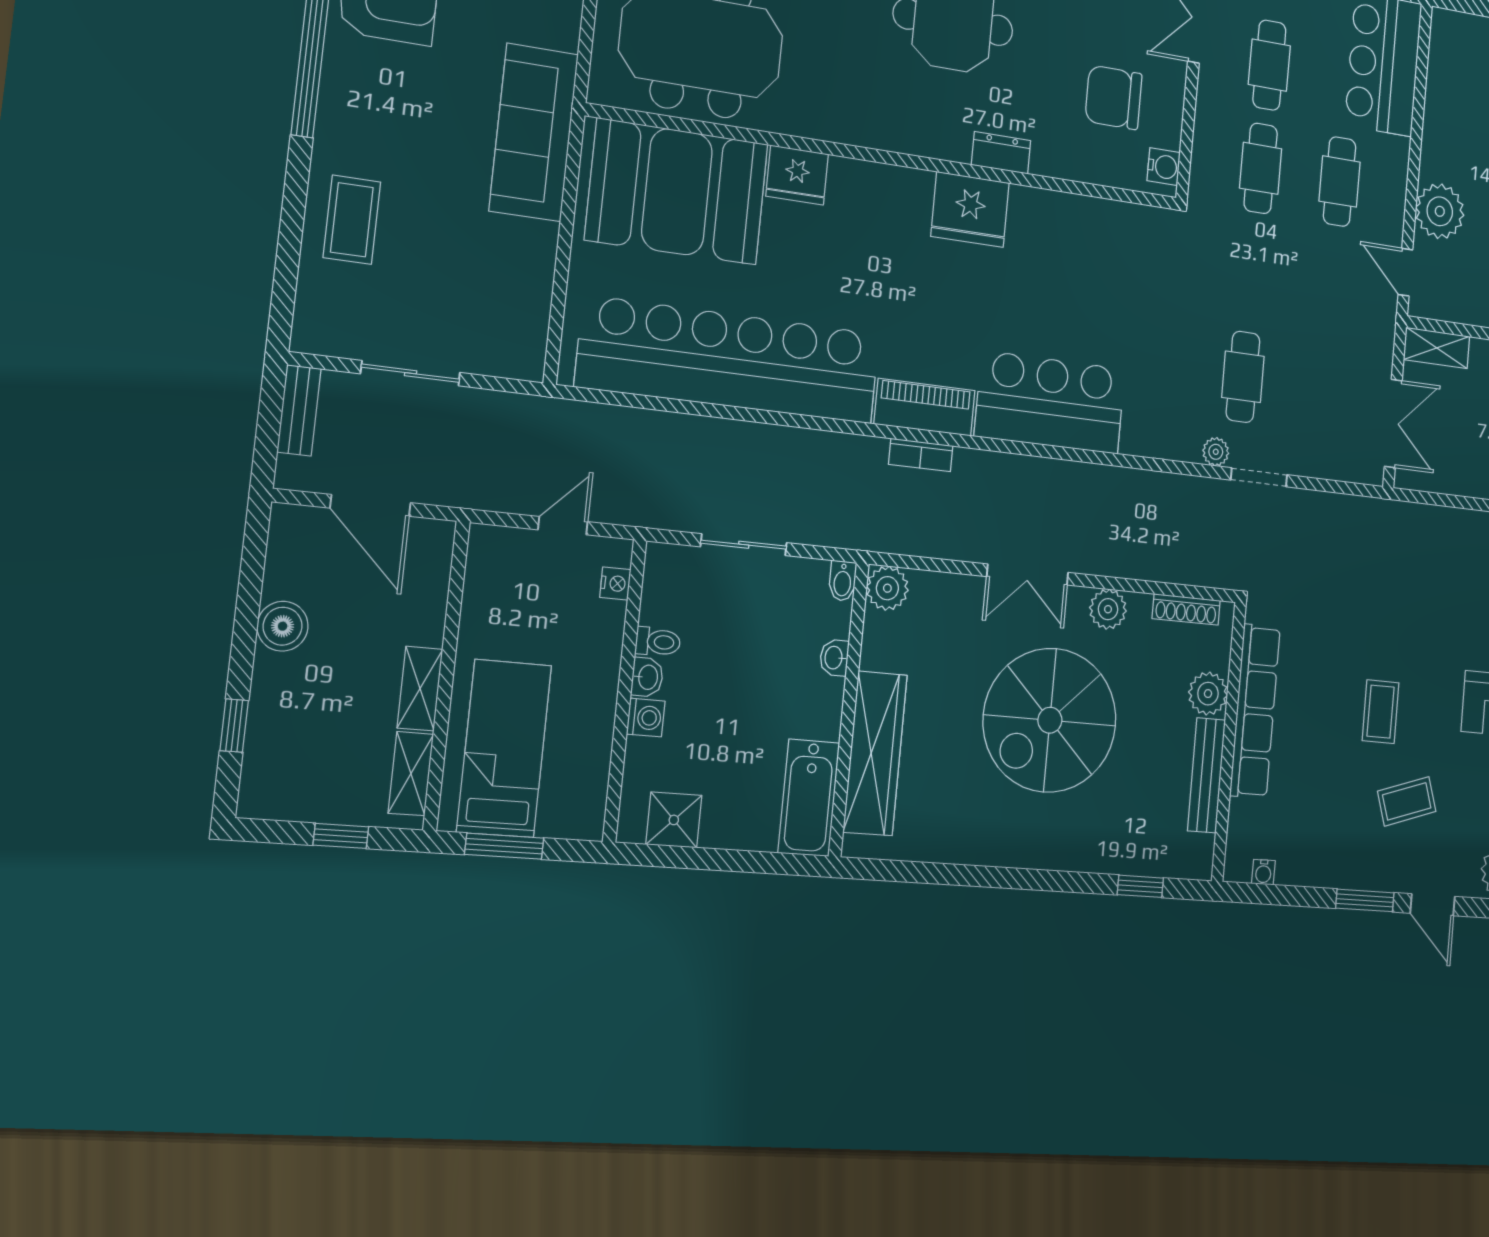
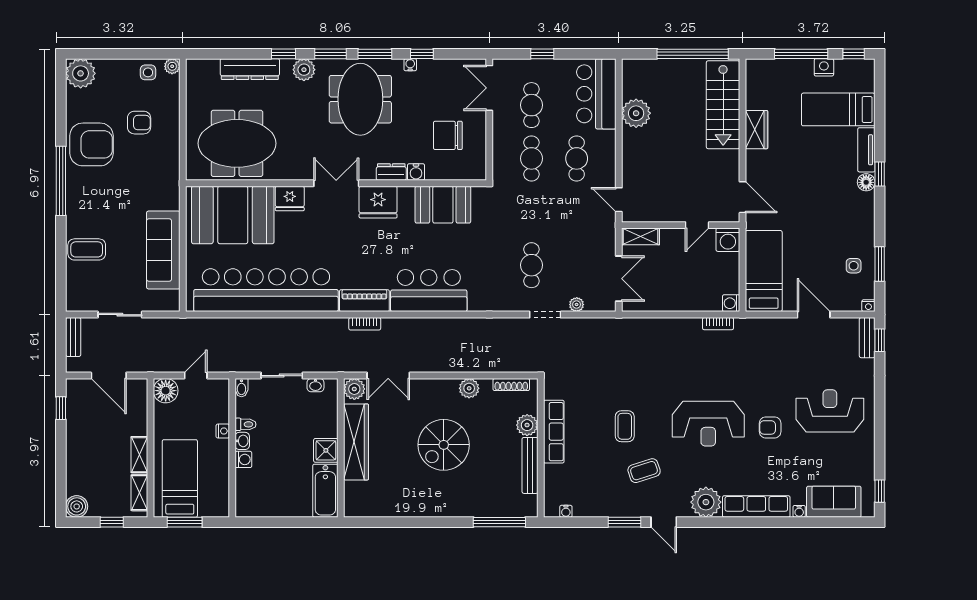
sofa: (534, 132) -> (163, 250), moved
double door: (893, 158) -> (336, 183), added
water cooler: (1164, 167) -> (416, 172), moved, turned 90
plant: (1440, 211) -> (636, 113), moved
coffee table: (352, 220) -> (87, 249), turned 90
booth: (1092, 234) -> (443, 205), added
plant: (1216, 452) -> (577, 305), moved
floor lamp: (494, 552) -> (166, 391), added
double door: (1028, 575) -> (388, 376), moved
bidet: (843, 581) -> (241, 388), moved
nightstand: (615, 583) -> (223, 431), moved
boiler: (283, 626) -> (77, 506), moved
washbasin: (834, 658) -> (315, 385), moved, turned -90
row of seats: (1255, 711) -> (554, 432), width x0.73
spiral stairs: (1050, 720) -> (444, 445), width x0.73, depth x0.73
window: (234, 726) -> (61, 408), moved
wardrobe: (875, 753) -> (356, 442), moved
shower: (674, 820) -> (326, 450), moved
window: (1140, 886) -> (499, 522), width x2.17

